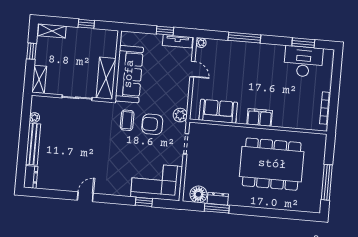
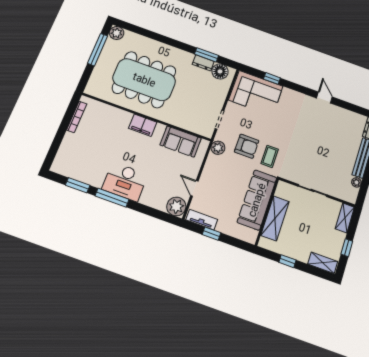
window: (244, 38) -> (112, 198), moved
plant: (201, 43) -> (176, 206), width x1.87, depth x1.87
desk: (303, 62) -> (125, 182), moved
shelving: (106, 78) -> (275, 218), moved
door: (85, 197) -> (324, 97), swing flipped
plant: (313, 205) -> (117, 33), added

